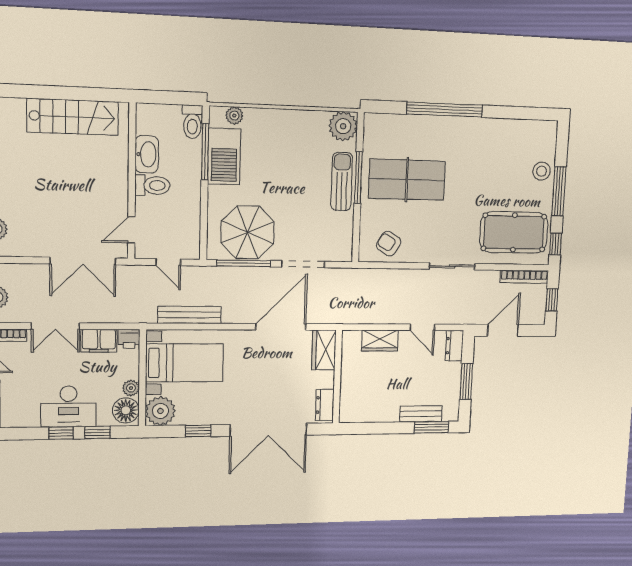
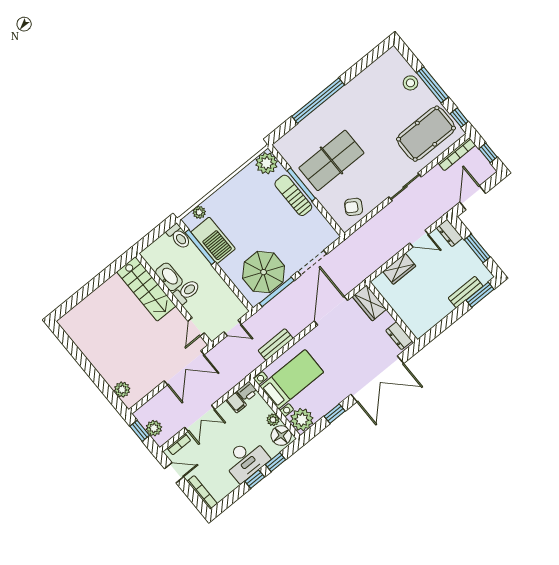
stairs: (73, 117) -> (146, 289), moved, turned 90
bench: (189, 315) -> (276, 345), width x0.73
filing cabinet: (99, 341) -> (236, 403), width x0.50

